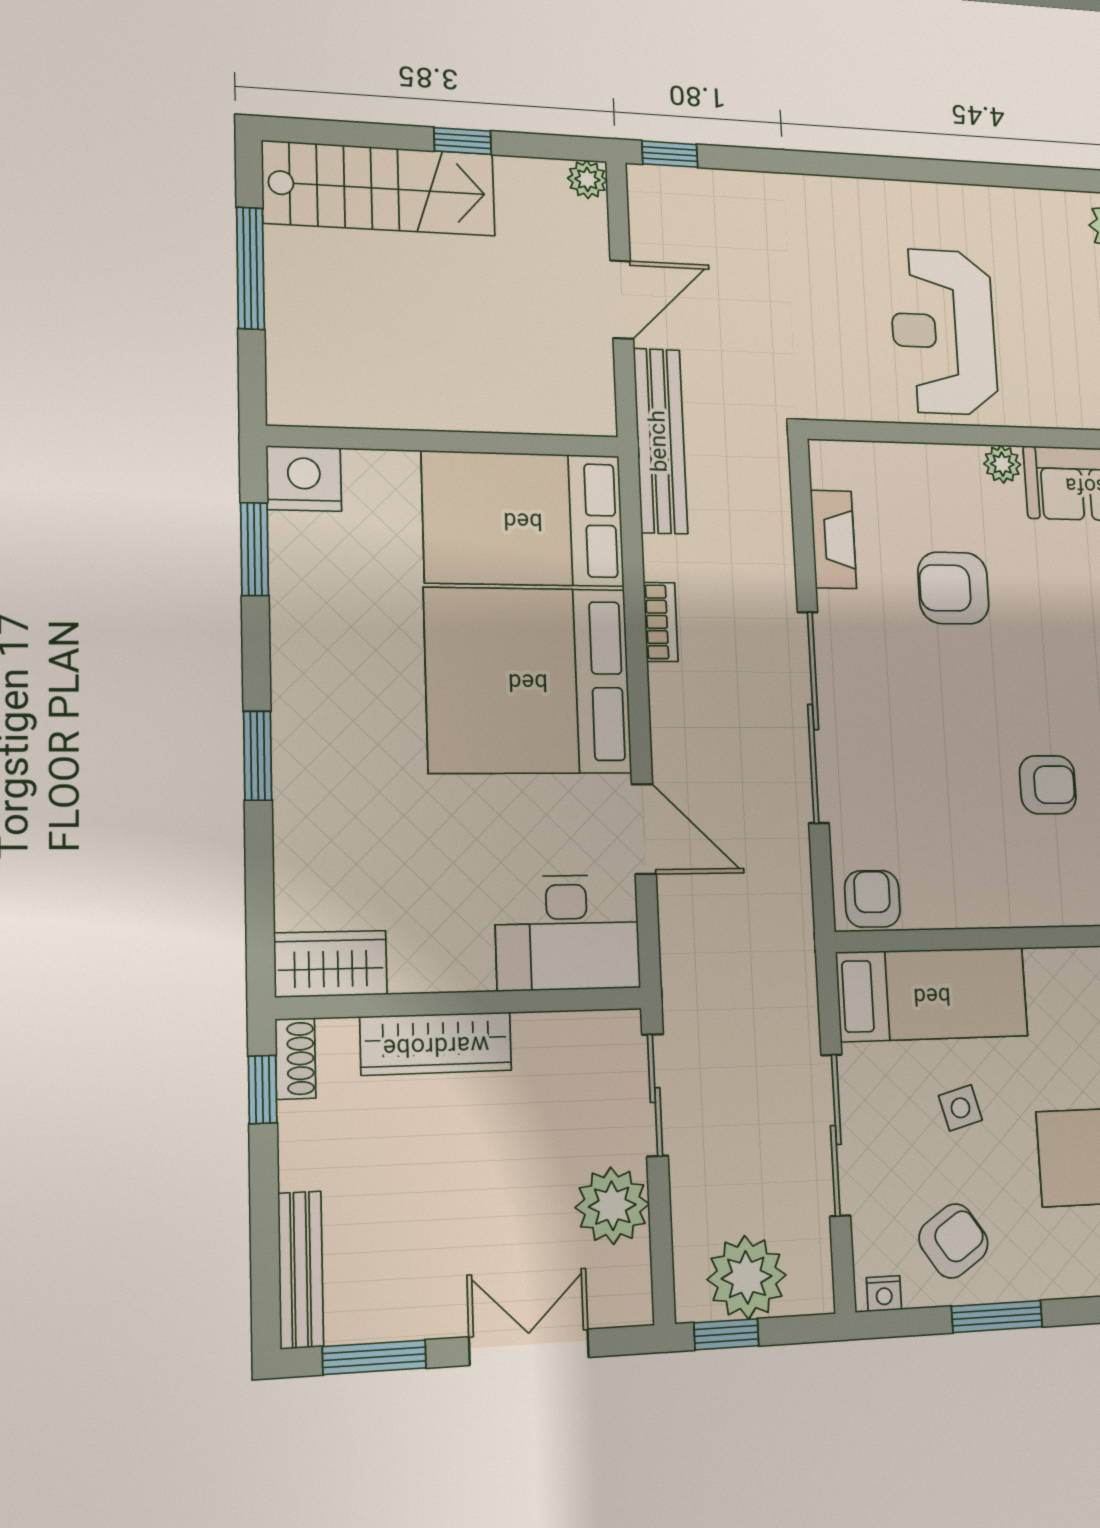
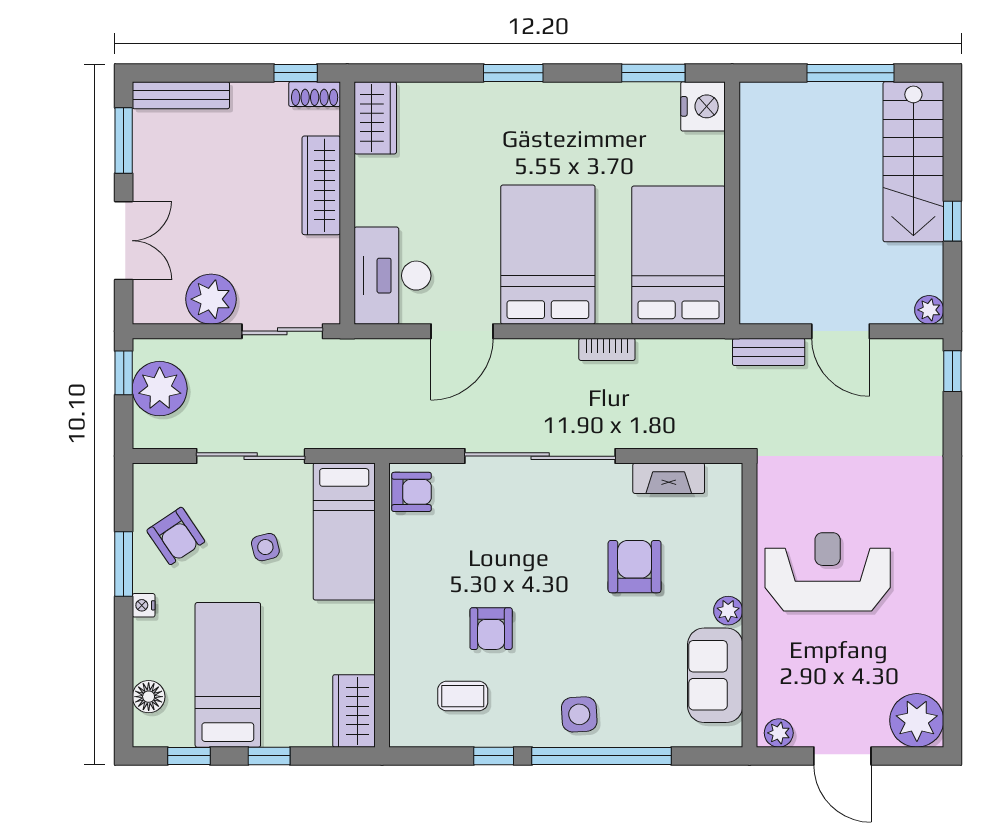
bench: (660, 441) -> (769, 352), width x0.54, depth x0.82
bed: (528, 680) -> (548, 255), width x0.73
nightstand: (884, 1294) -> (144, 605), moved

